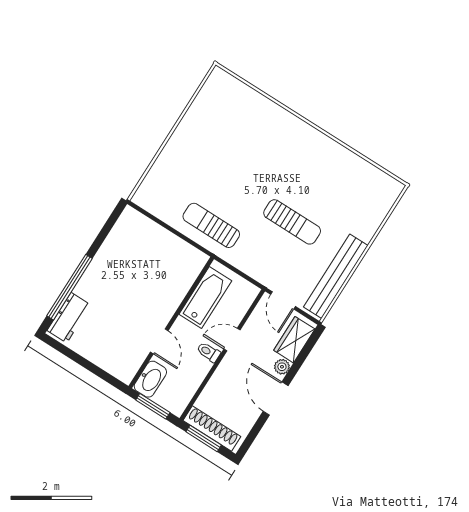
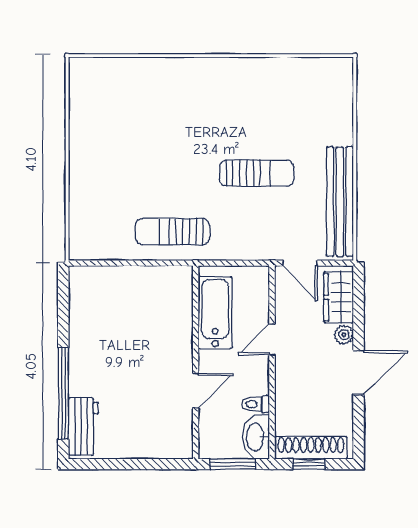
door: (159, 341) -> (196, 391), hinge flipped
toilet: (209, 352) -> (256, 404), moved
washbasin: (150, 379) -> (256, 437), moved, turned 180
door: (276, 399) -> (359, 373), swing flipped
window: (204, 438) -> (309, 464), width x0.67

